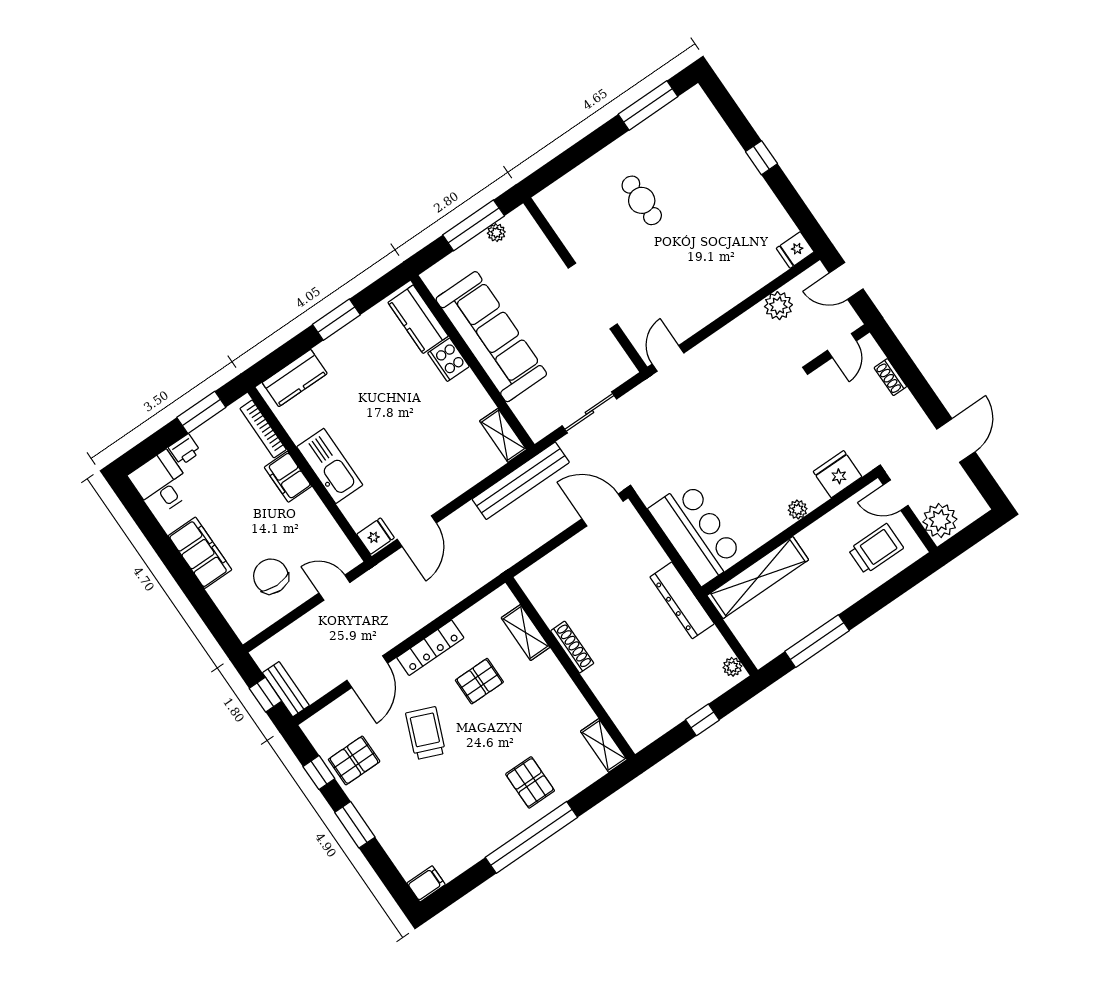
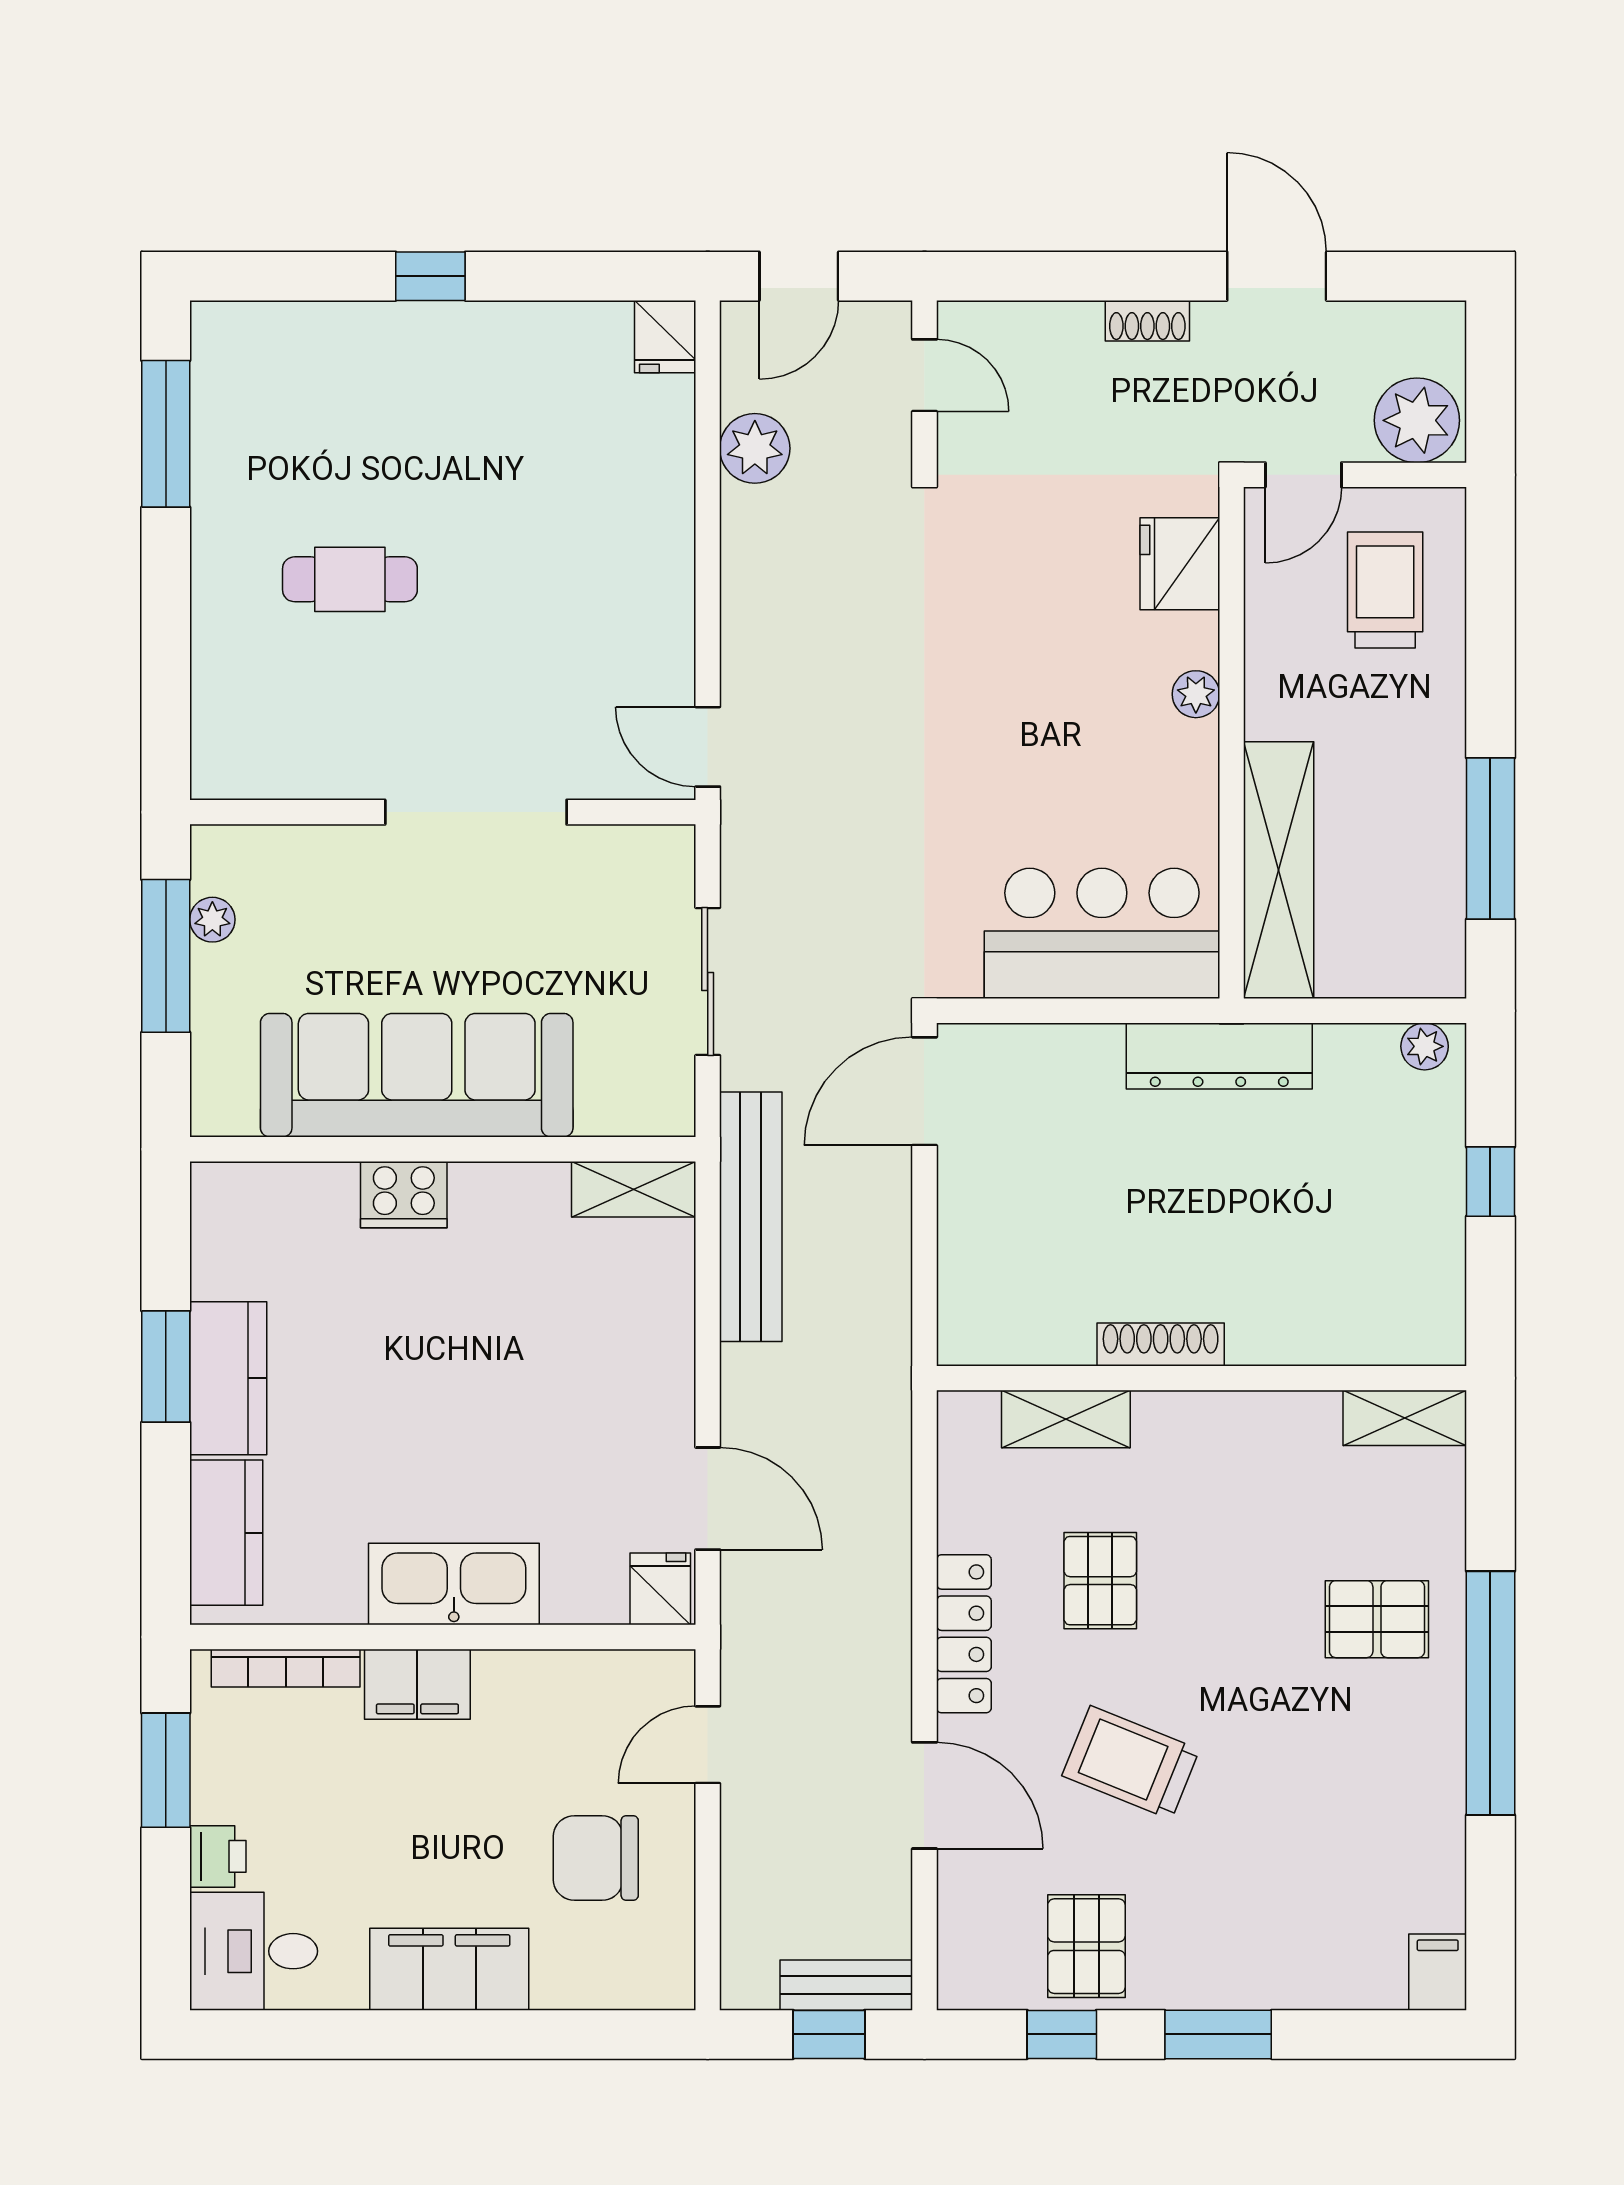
kitchen counter: (418, 319) -> (228, 1378), moved, turned -90
shoe rack: (890, 377) -> (1147, 321), moved

